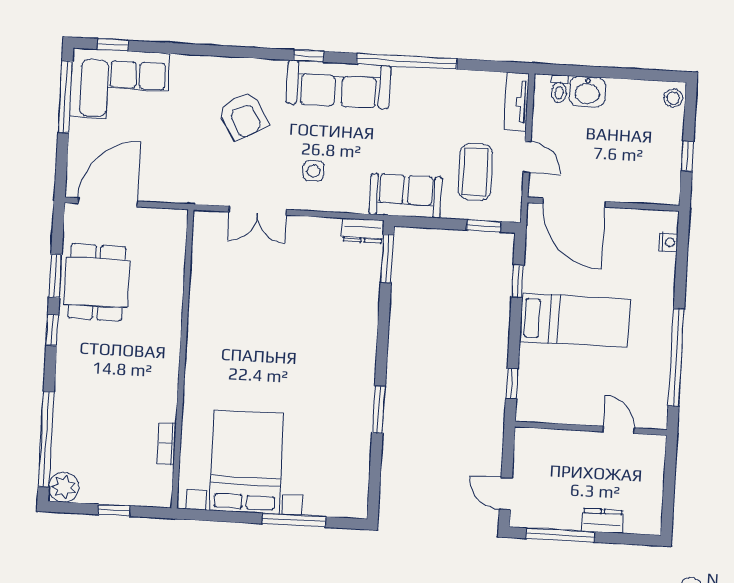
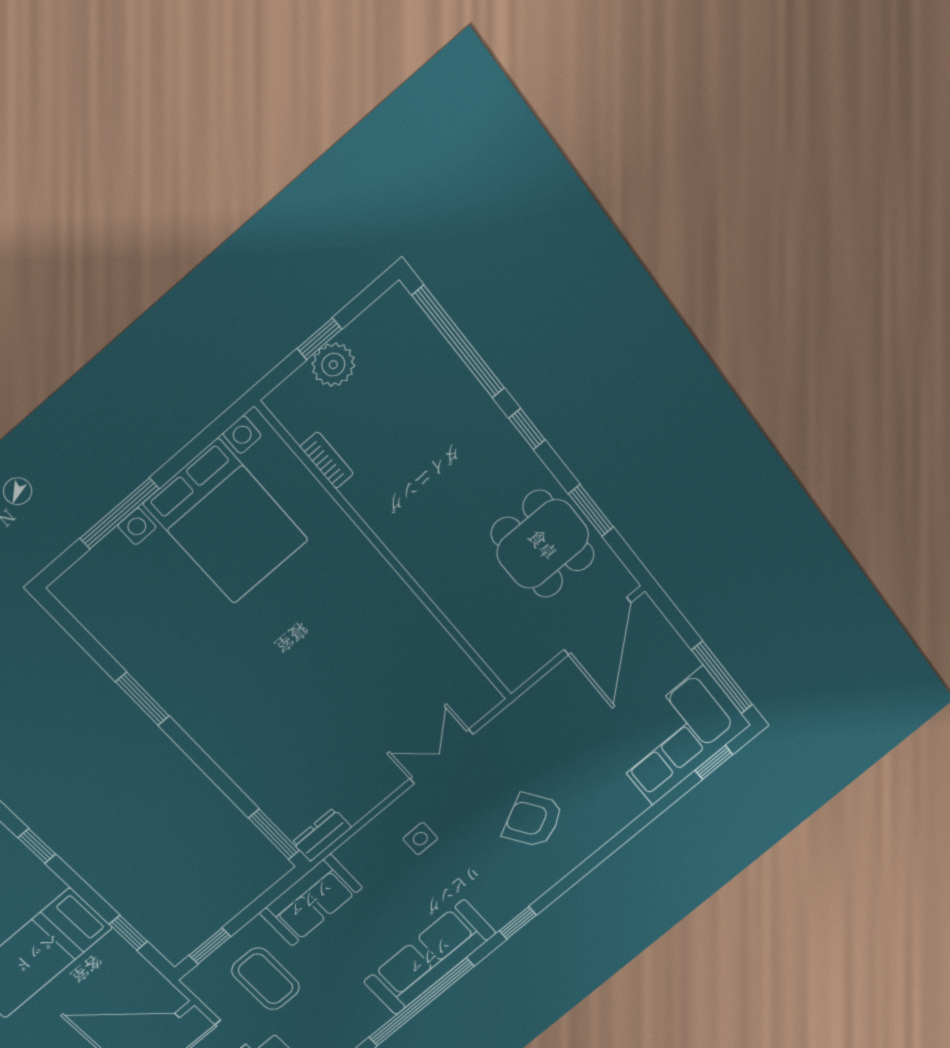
sofa: (339, 85) -> (430, 957), moved
window: (52, 330) -> (527, 429), moved
plant: (64, 487) -> (333, 365), moved

